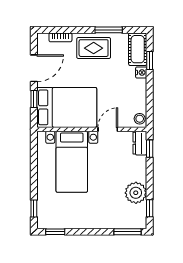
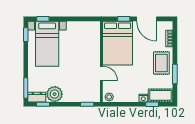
dresser: (140, 143) -> (37, 97), moved
bed with nightstands: (72, 162) -> (47, 44), moved, turned -90

